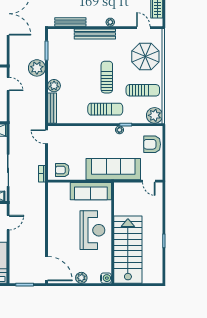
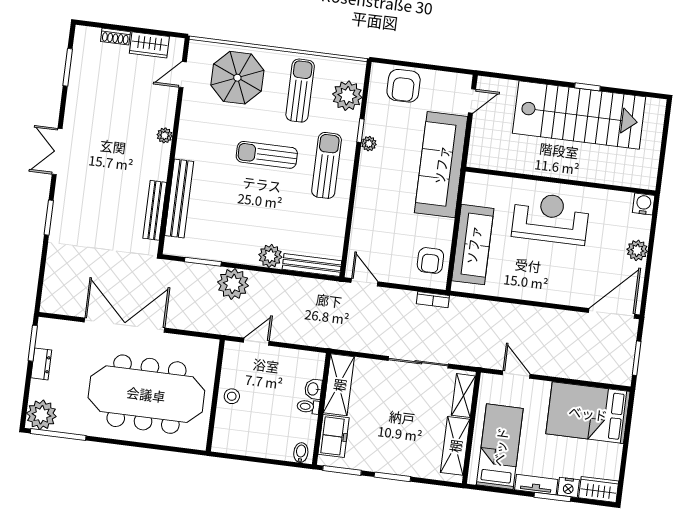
bench: (95, 34) -> (179, 198), moved
plant: (155, 115) -> (347, 96), moved
door: (46, 137) -> (364, 282), swing flipped
sofa: (91, 191) -> (473, 245), moved
stairs: (128, 250) -> (579, 115), moved, turned 180

